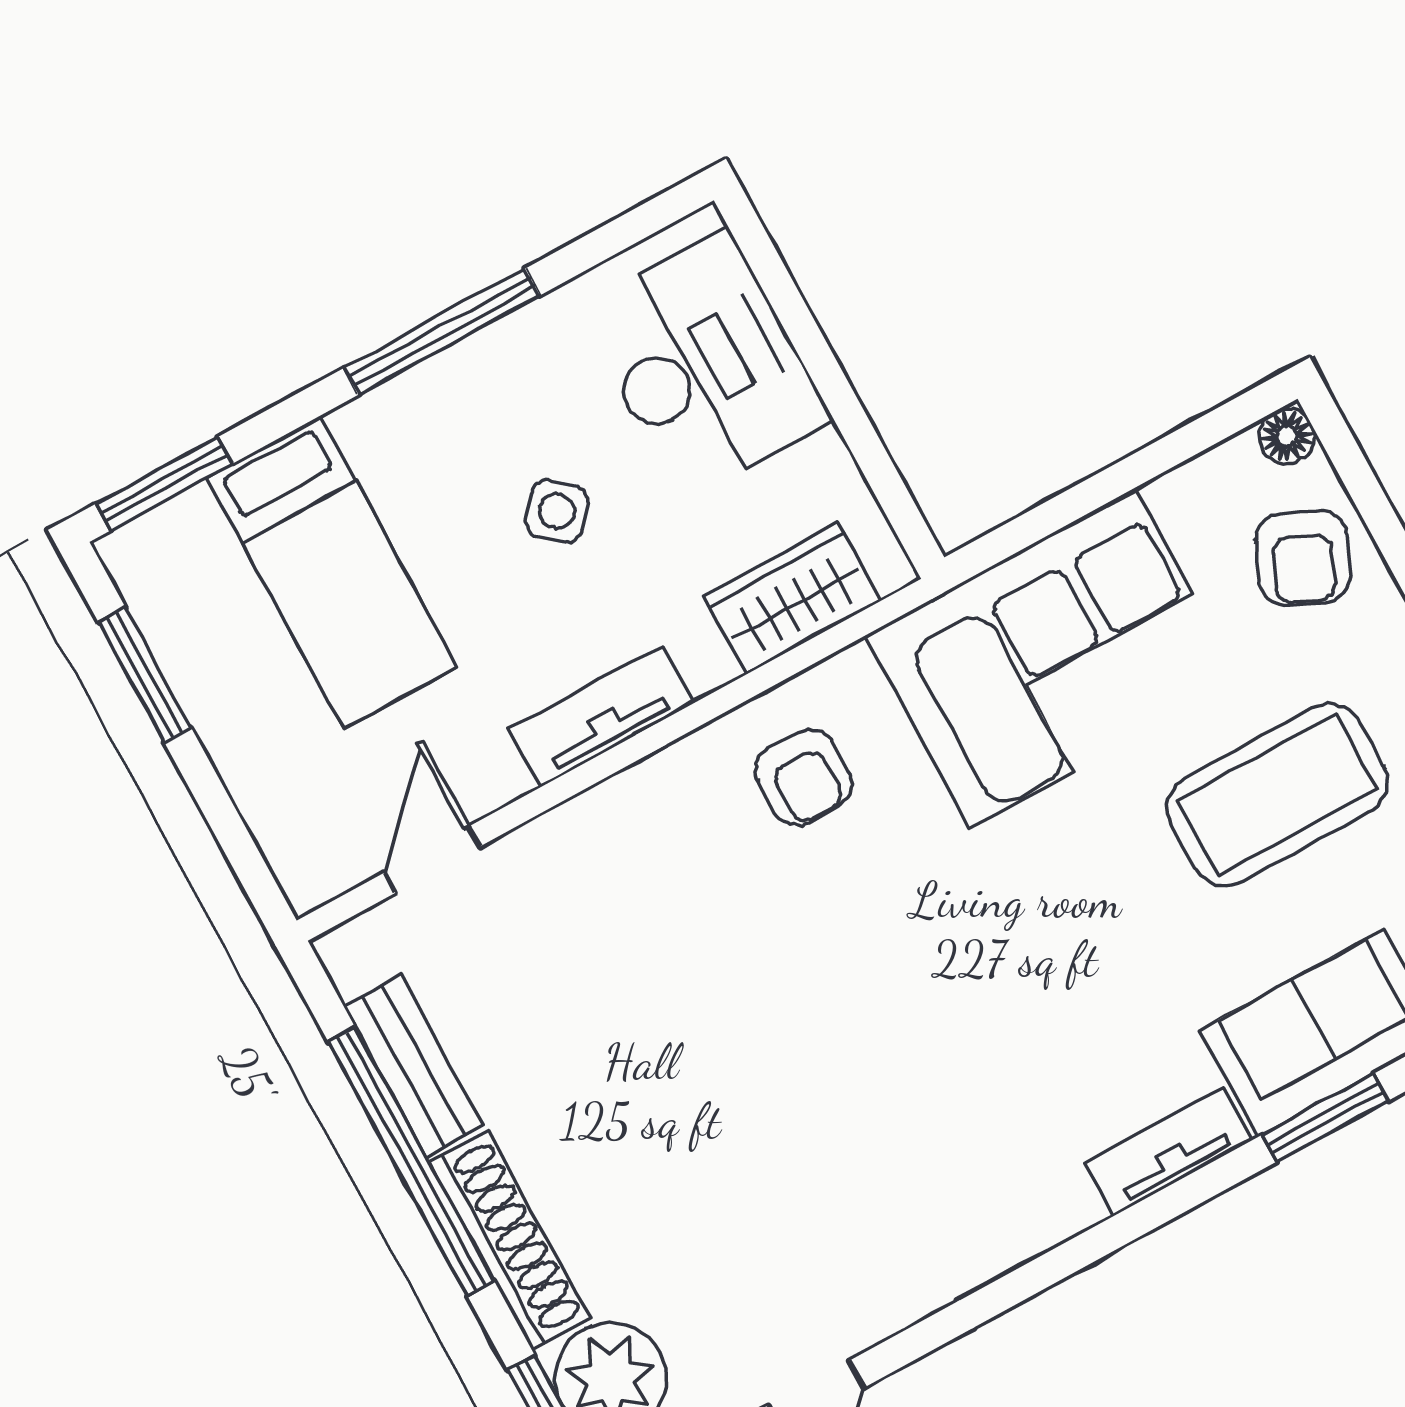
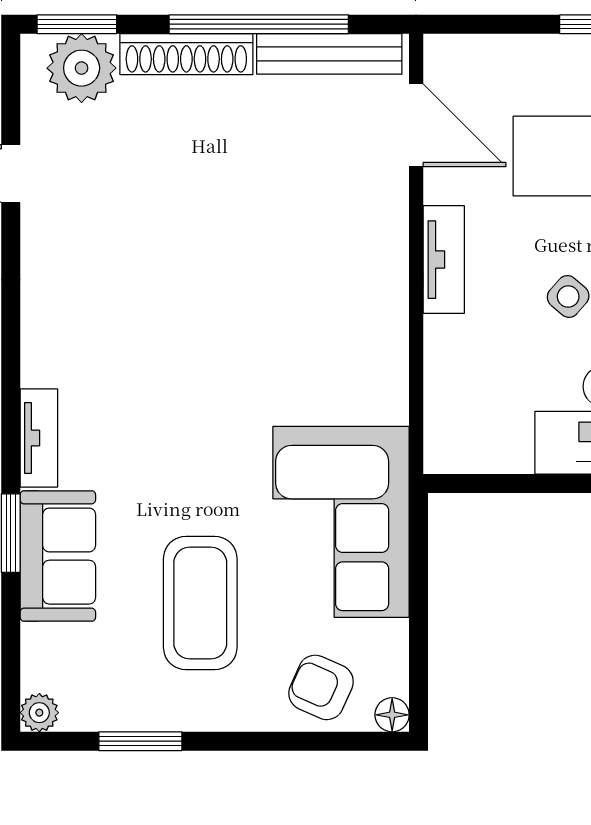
wardrobe: (793, 598) -> (451, 398), removed
armchair: (804, 777) -> (350, 351), removed
door: (432, 859) -> (416, 125), width x1.38
bench: (413, 1066) -> (329, 54), width x1.36

